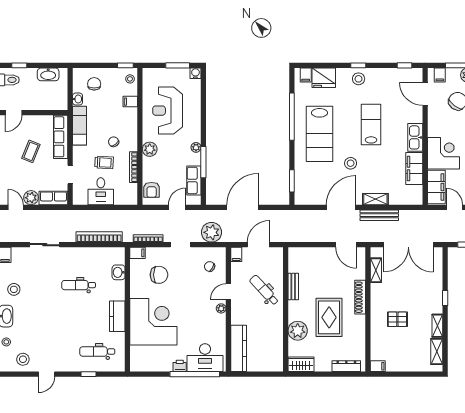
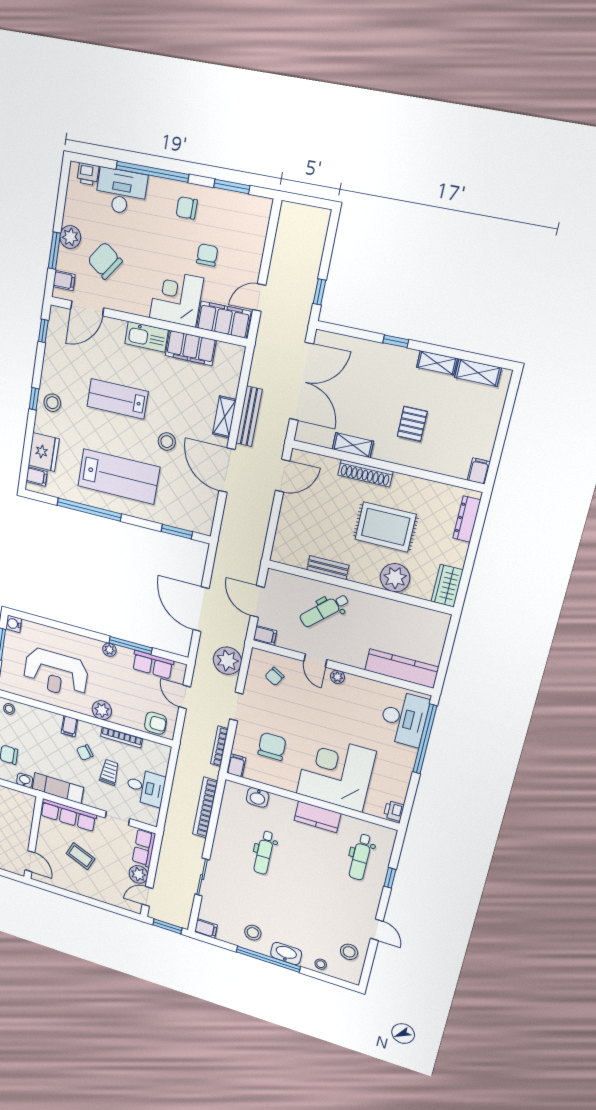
filing cabinet: (130, 102) -> (69, 726), moved
shelving: (376, 270) -> (353, 445), moved
printer: (180, 366) -> (394, 811), moved

